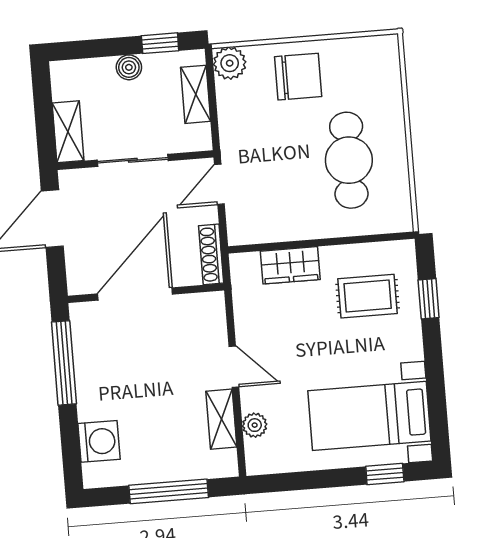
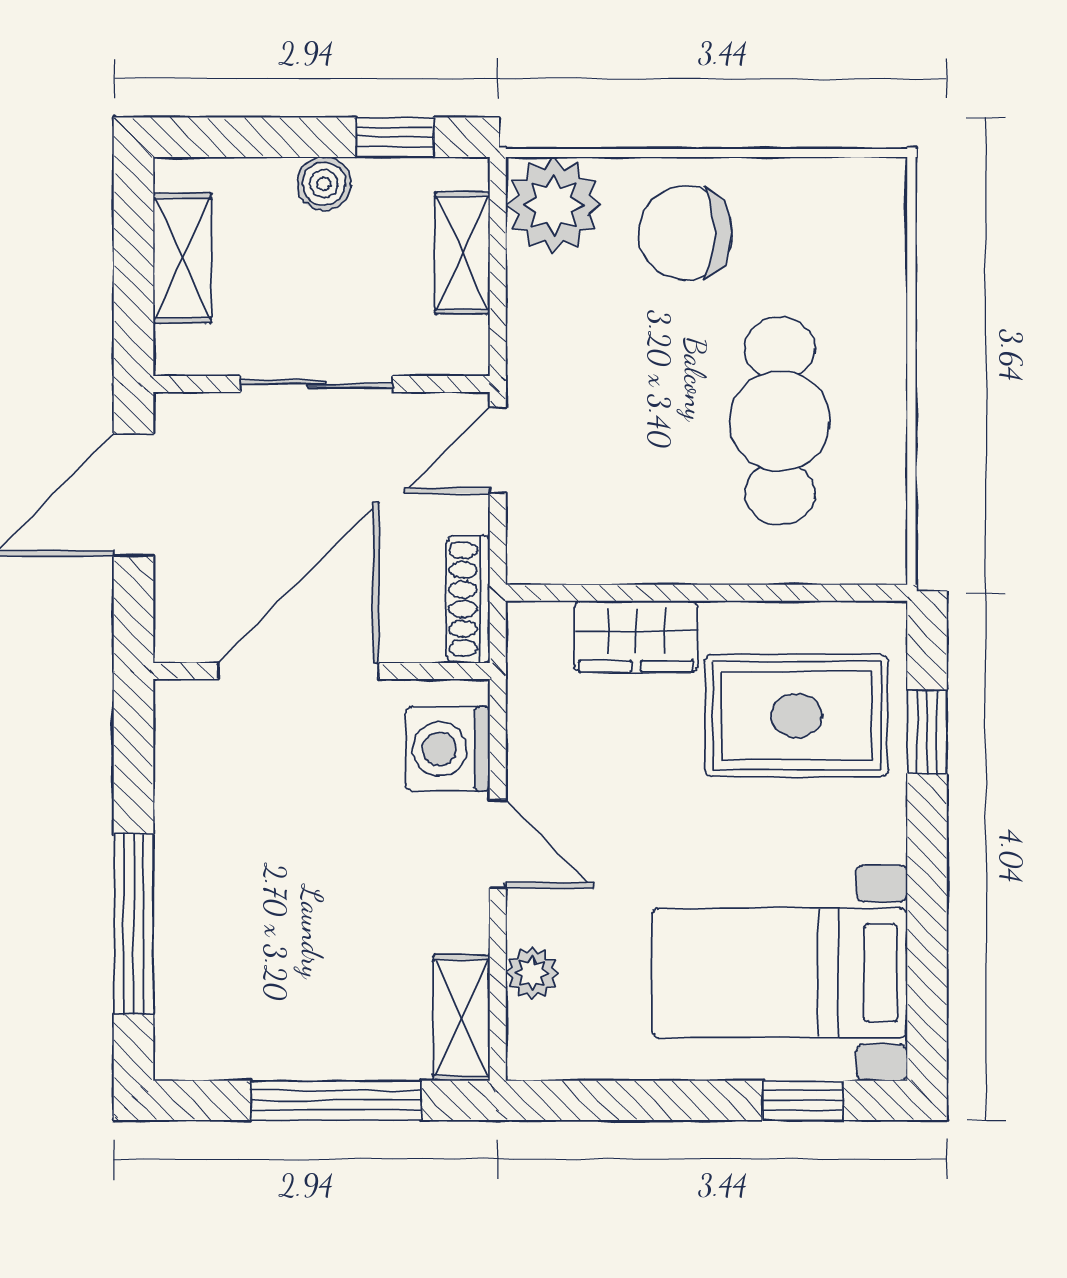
plant: (230, 63) -> (554, 205), width x1.36, depth x1.36
chair: (298, 77) -> (685, 233), turned 180
shelving: (68, 132) -> (182, 258), moved
rug: (368, 296) -> (797, 716), width x1.36, depth x1.43
window: (64, 363) -> (134, 924), moved
shelving: (221, 419) -> (462, 1018), moved
washing machine: (99, 441) -> (448, 749), moved, turned 180

